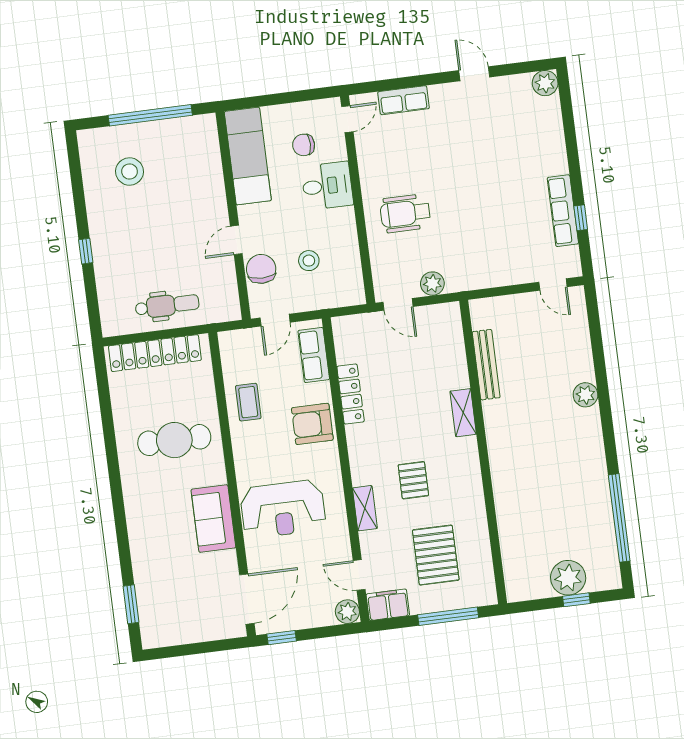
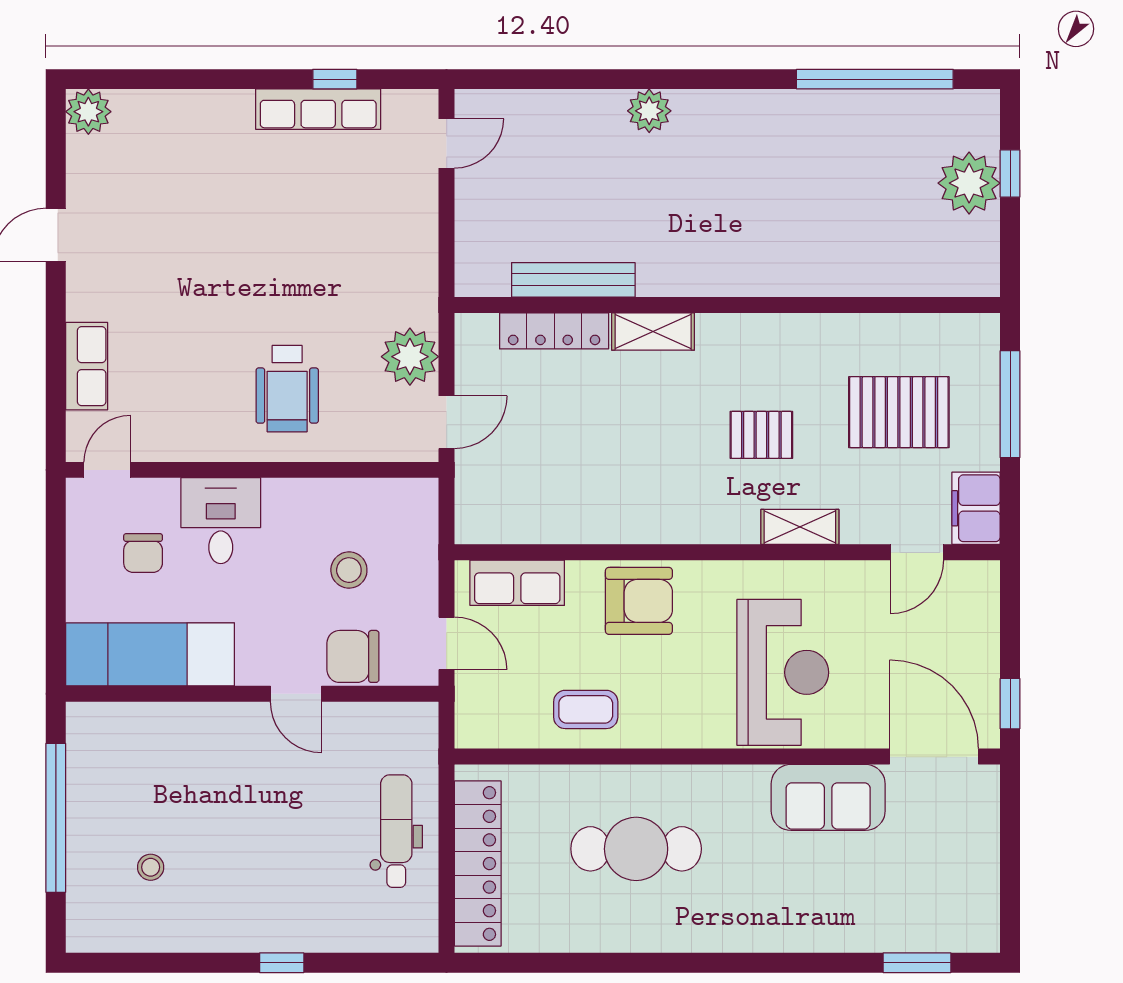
door: (347, 119) -> (107, 470), hinge flipped
stool: (130, 171) -> (151, 867), width x0.53, depth x0.53
plant: (432, 284) -> (410, 357), width x1.36, depth x1.36
locker: (351, 394) -> (554, 331), moved, turned 180
armchair: (312, 424) -> (639, 601), turned -90
cafe table: (174, 440) -> (636, 849), turned 90
sofa: (213, 519) -> (828, 797), moved
plant: (347, 612) -> (979, 581), removed

